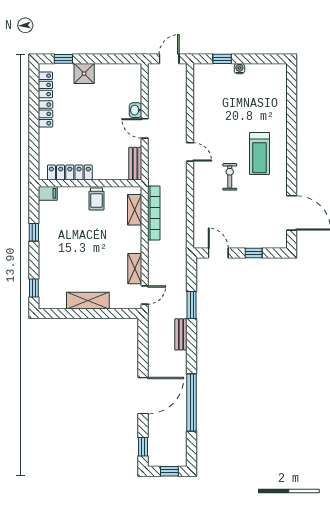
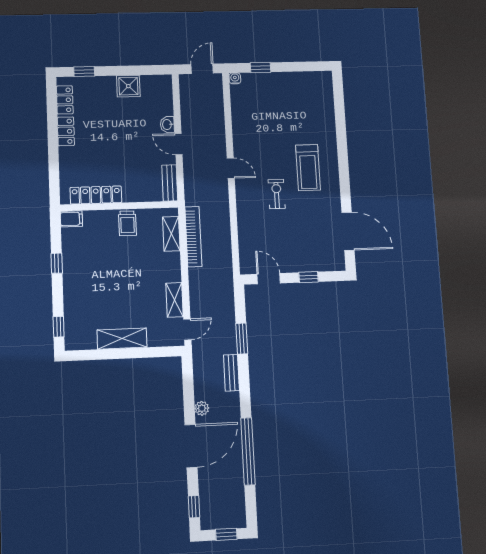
water cooler: (239, 69) -> (235, 78), moved
shower: (84, 74) -> (128, 86), moved
plant: (154, 364) -> (202, 408), added

